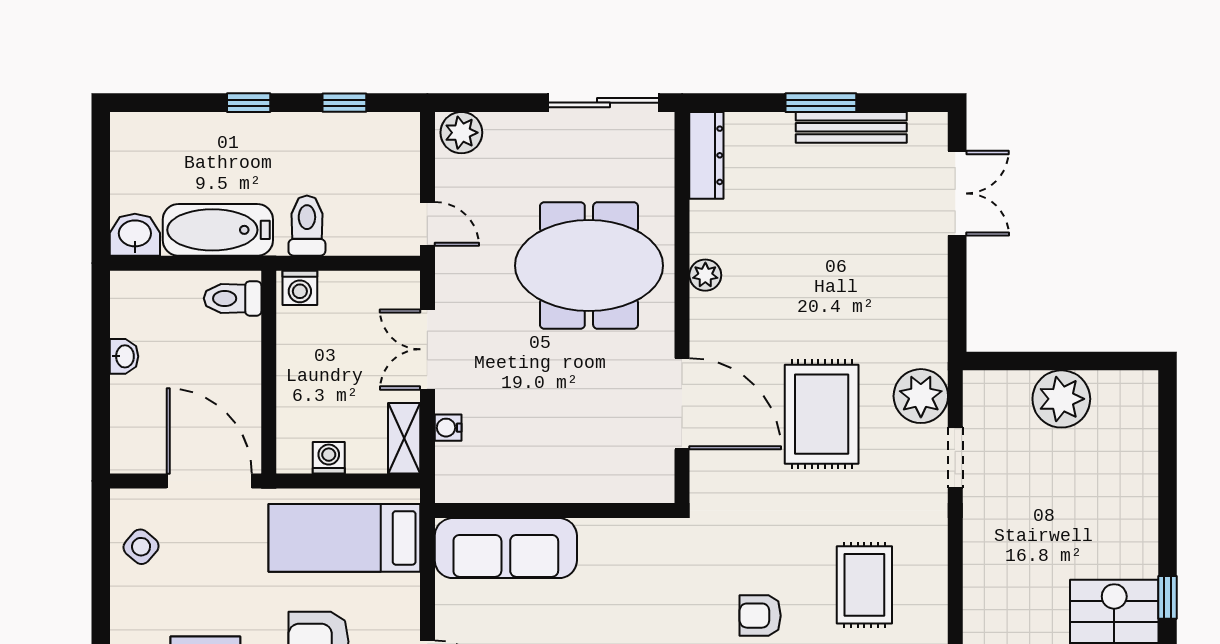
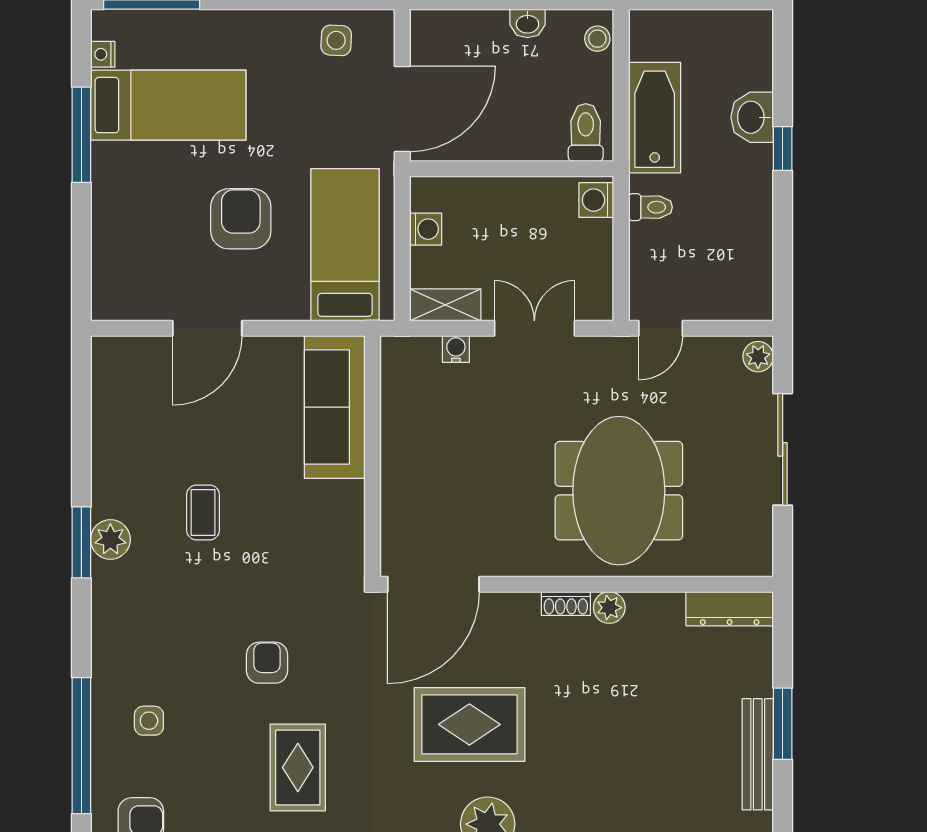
window: (344, 103) -> (783, 245), removed
sliding door: (603, 103) -> (783, 449), moved
plant: (461, 133) -> (758, 357), width x0.73, depth x0.73
toilet: (307, 226) -> (650, 207), width x0.73, depth x0.72
washbasin: (135, 235) -> (752, 117), moved, turned 180
stool: (139, 287) -> (597, 39), added
shoe rack: (701, 318) -> (566, 604), added
door: (682, 404) -> (433, 584), moved
side table: (141, 547) -> (336, 40), turned -38
rug: (864, 585) -> (298, 767), turned 90

